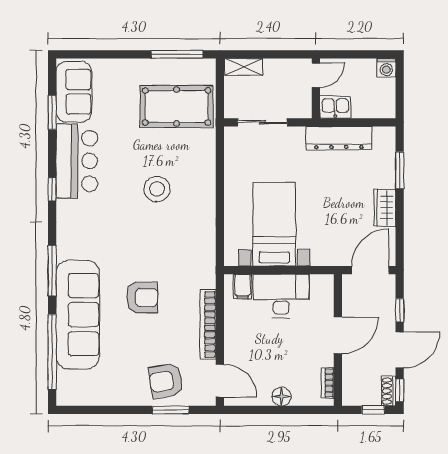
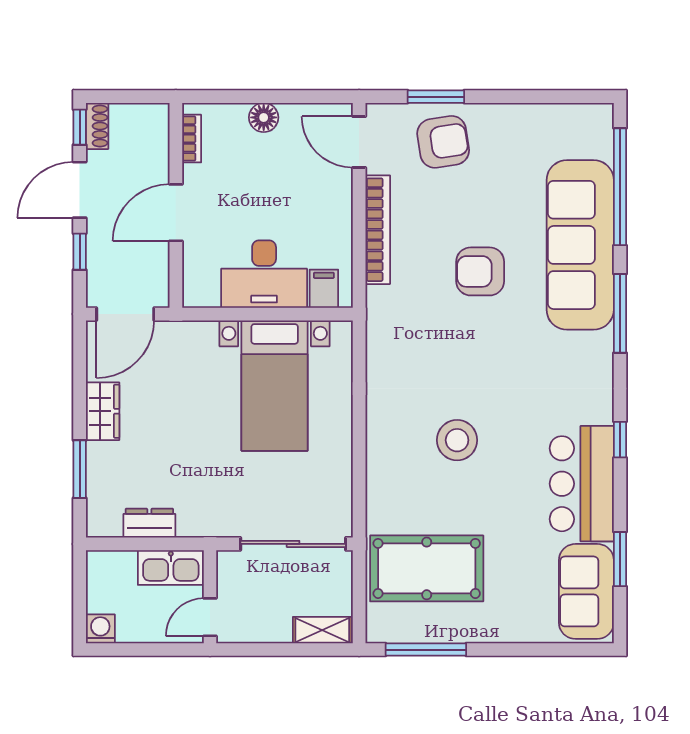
kitchen sink: (335, 107) -> (171, 568), width x1.38
sliding door: (262, 122) -> (293, 544), width x1.37
dresser: (339, 138) -> (149, 523), width x0.51, depth x0.80
window: (373, 410) -> (121, 97), removed

